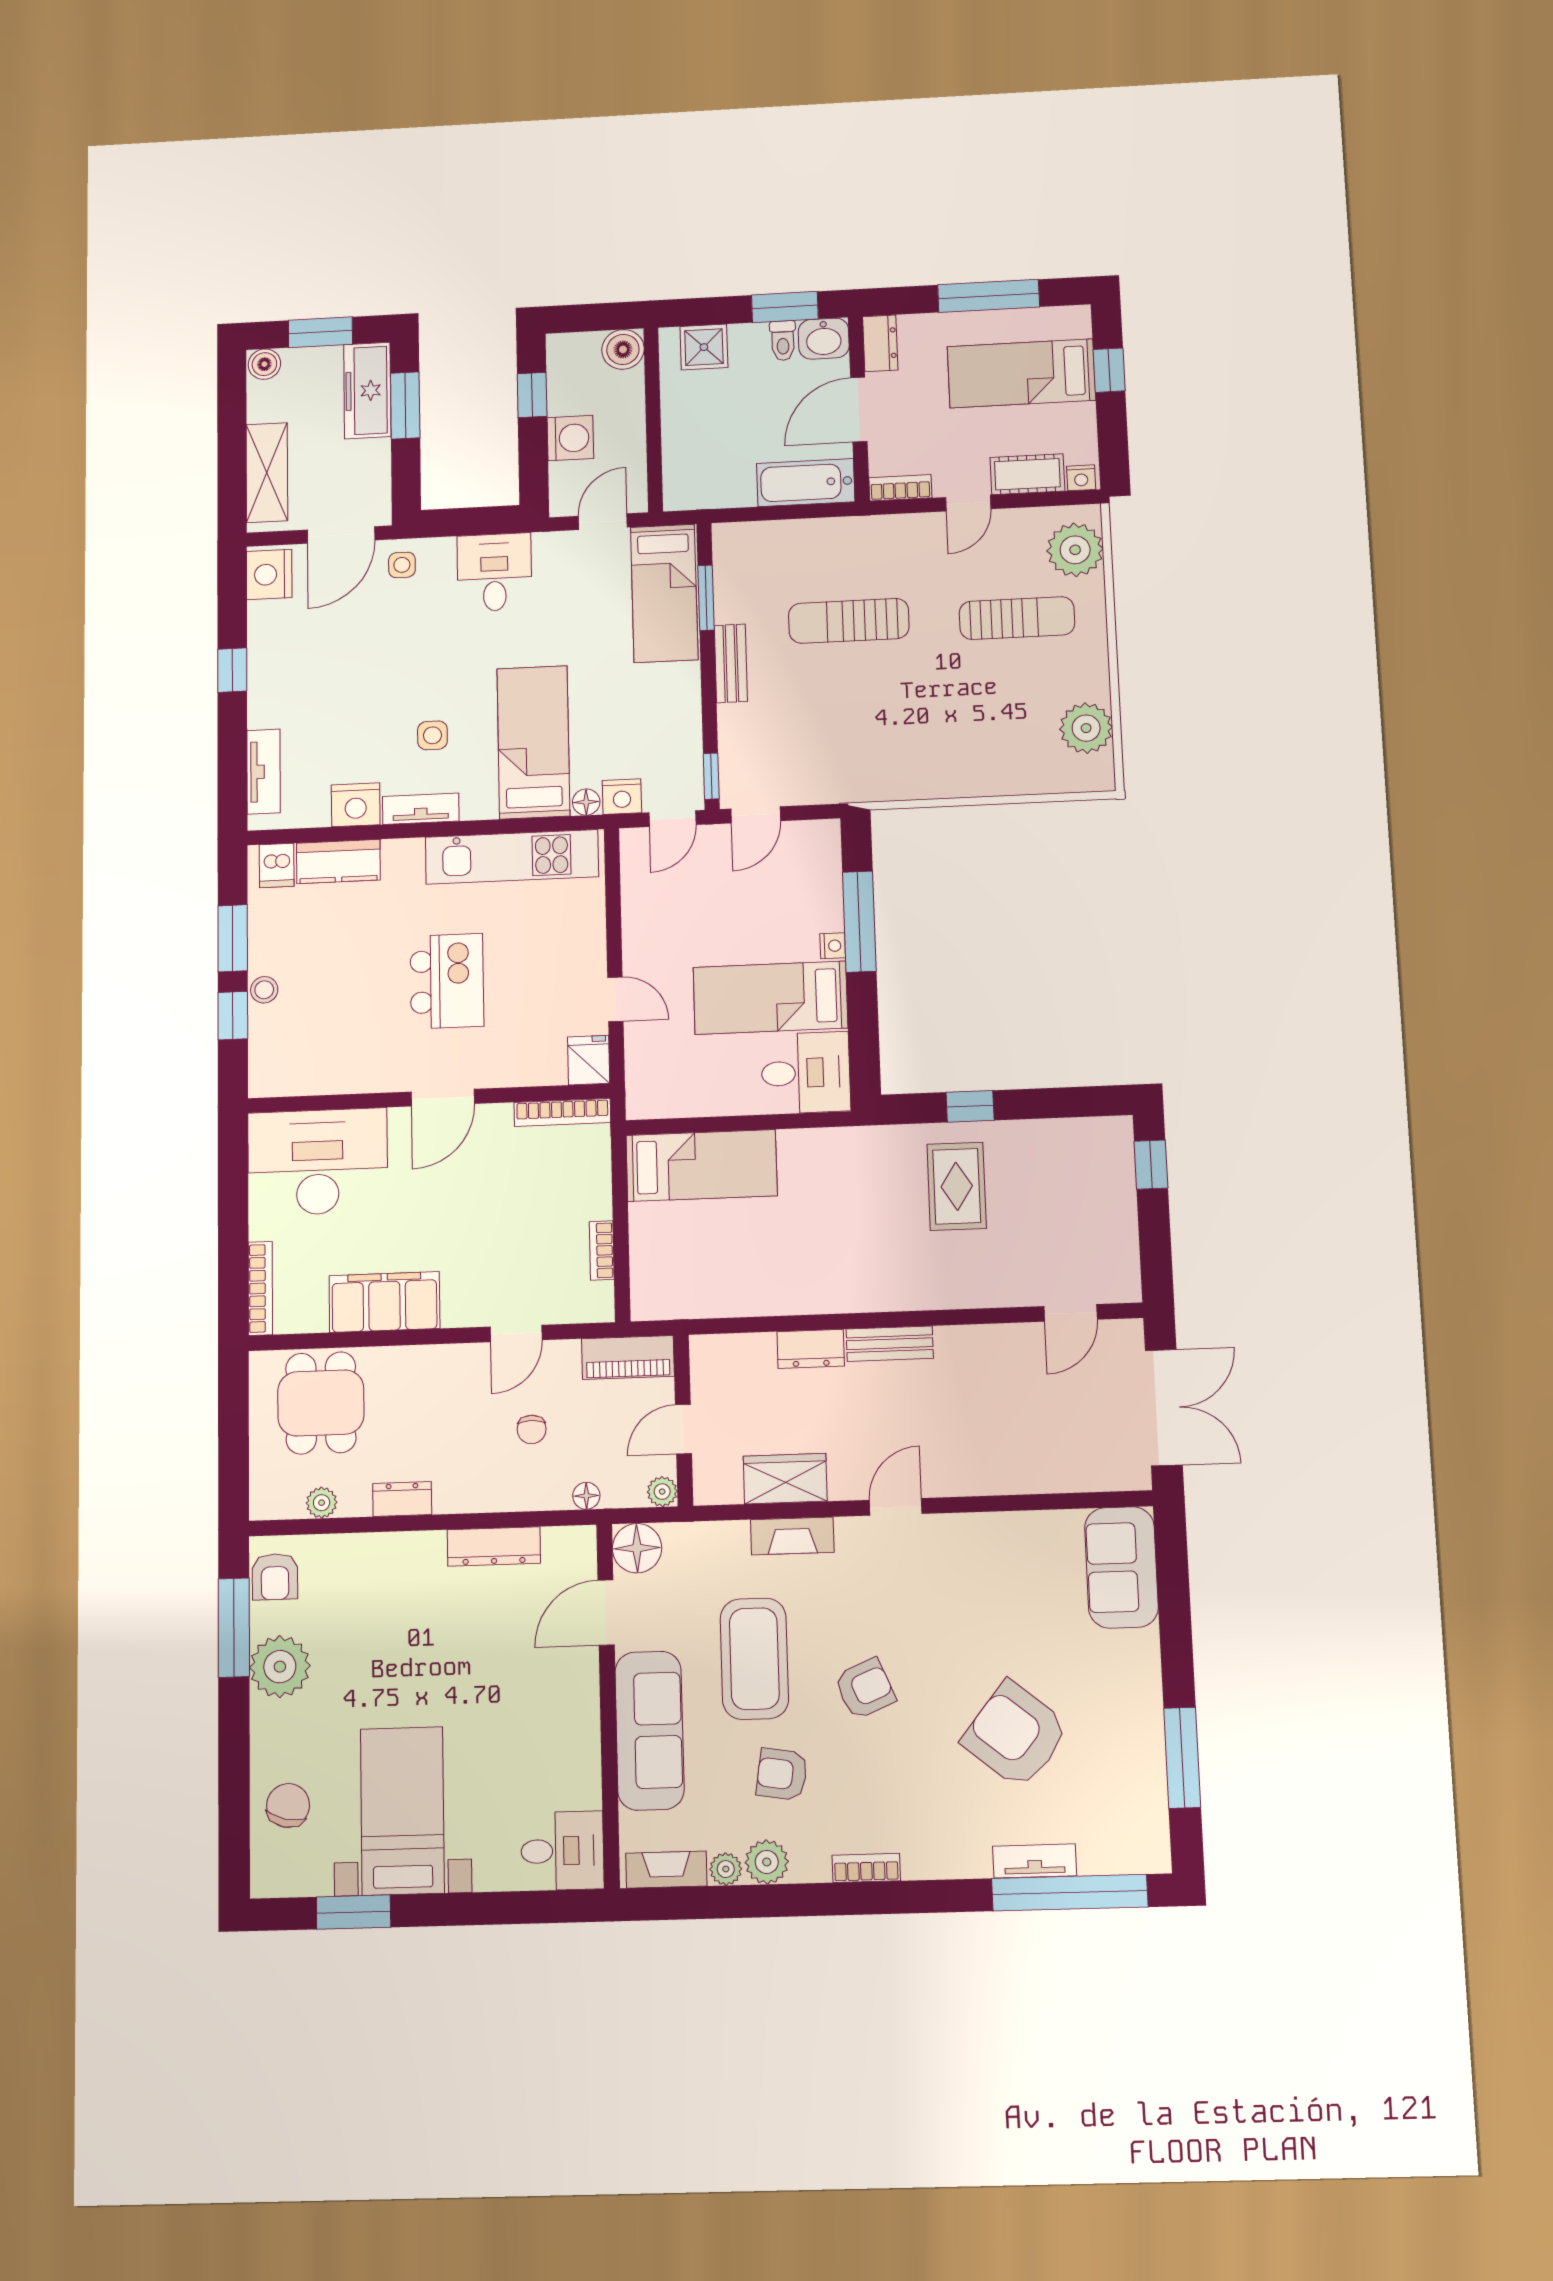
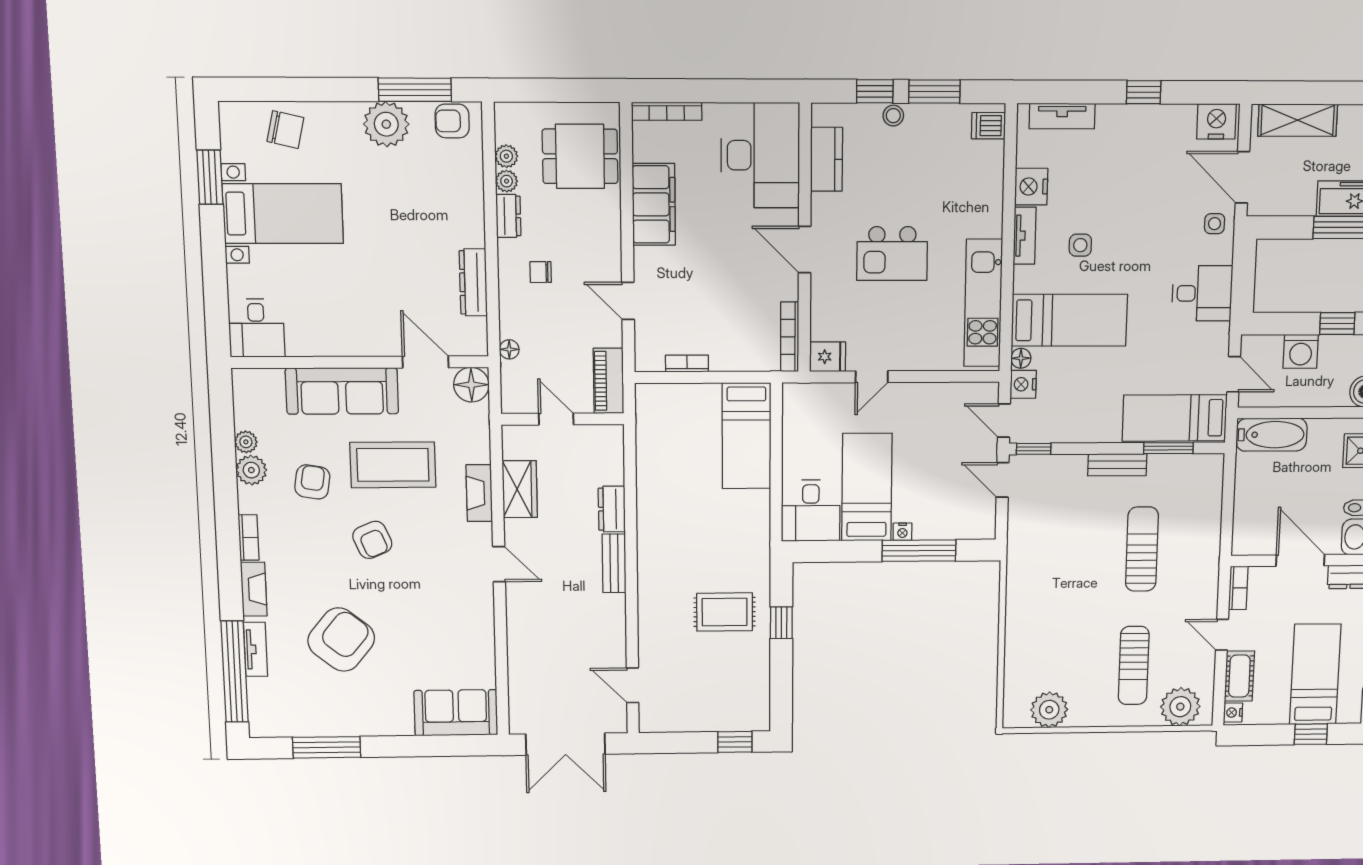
bathtub: (806, 483) -> (1272, 435), moved, turned 90
kitchen counter: (338, 862) -> (827, 159), moved, turned 180
chair: (532, 1429) -> (541, 272), moved
plant: (662, 1492) -> (507, 181), moved
fireplace: (666, 1870) -> (254, 589), moved

